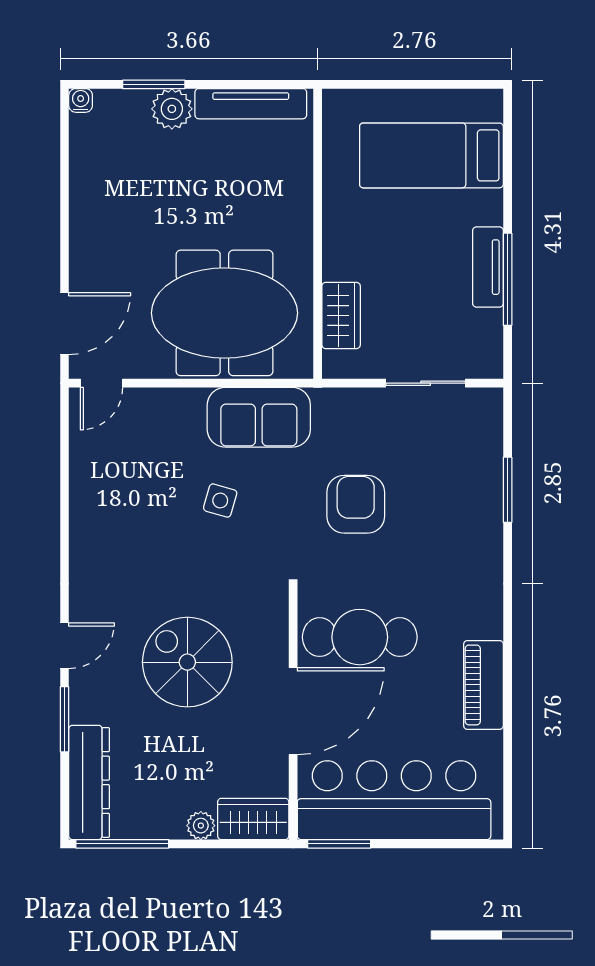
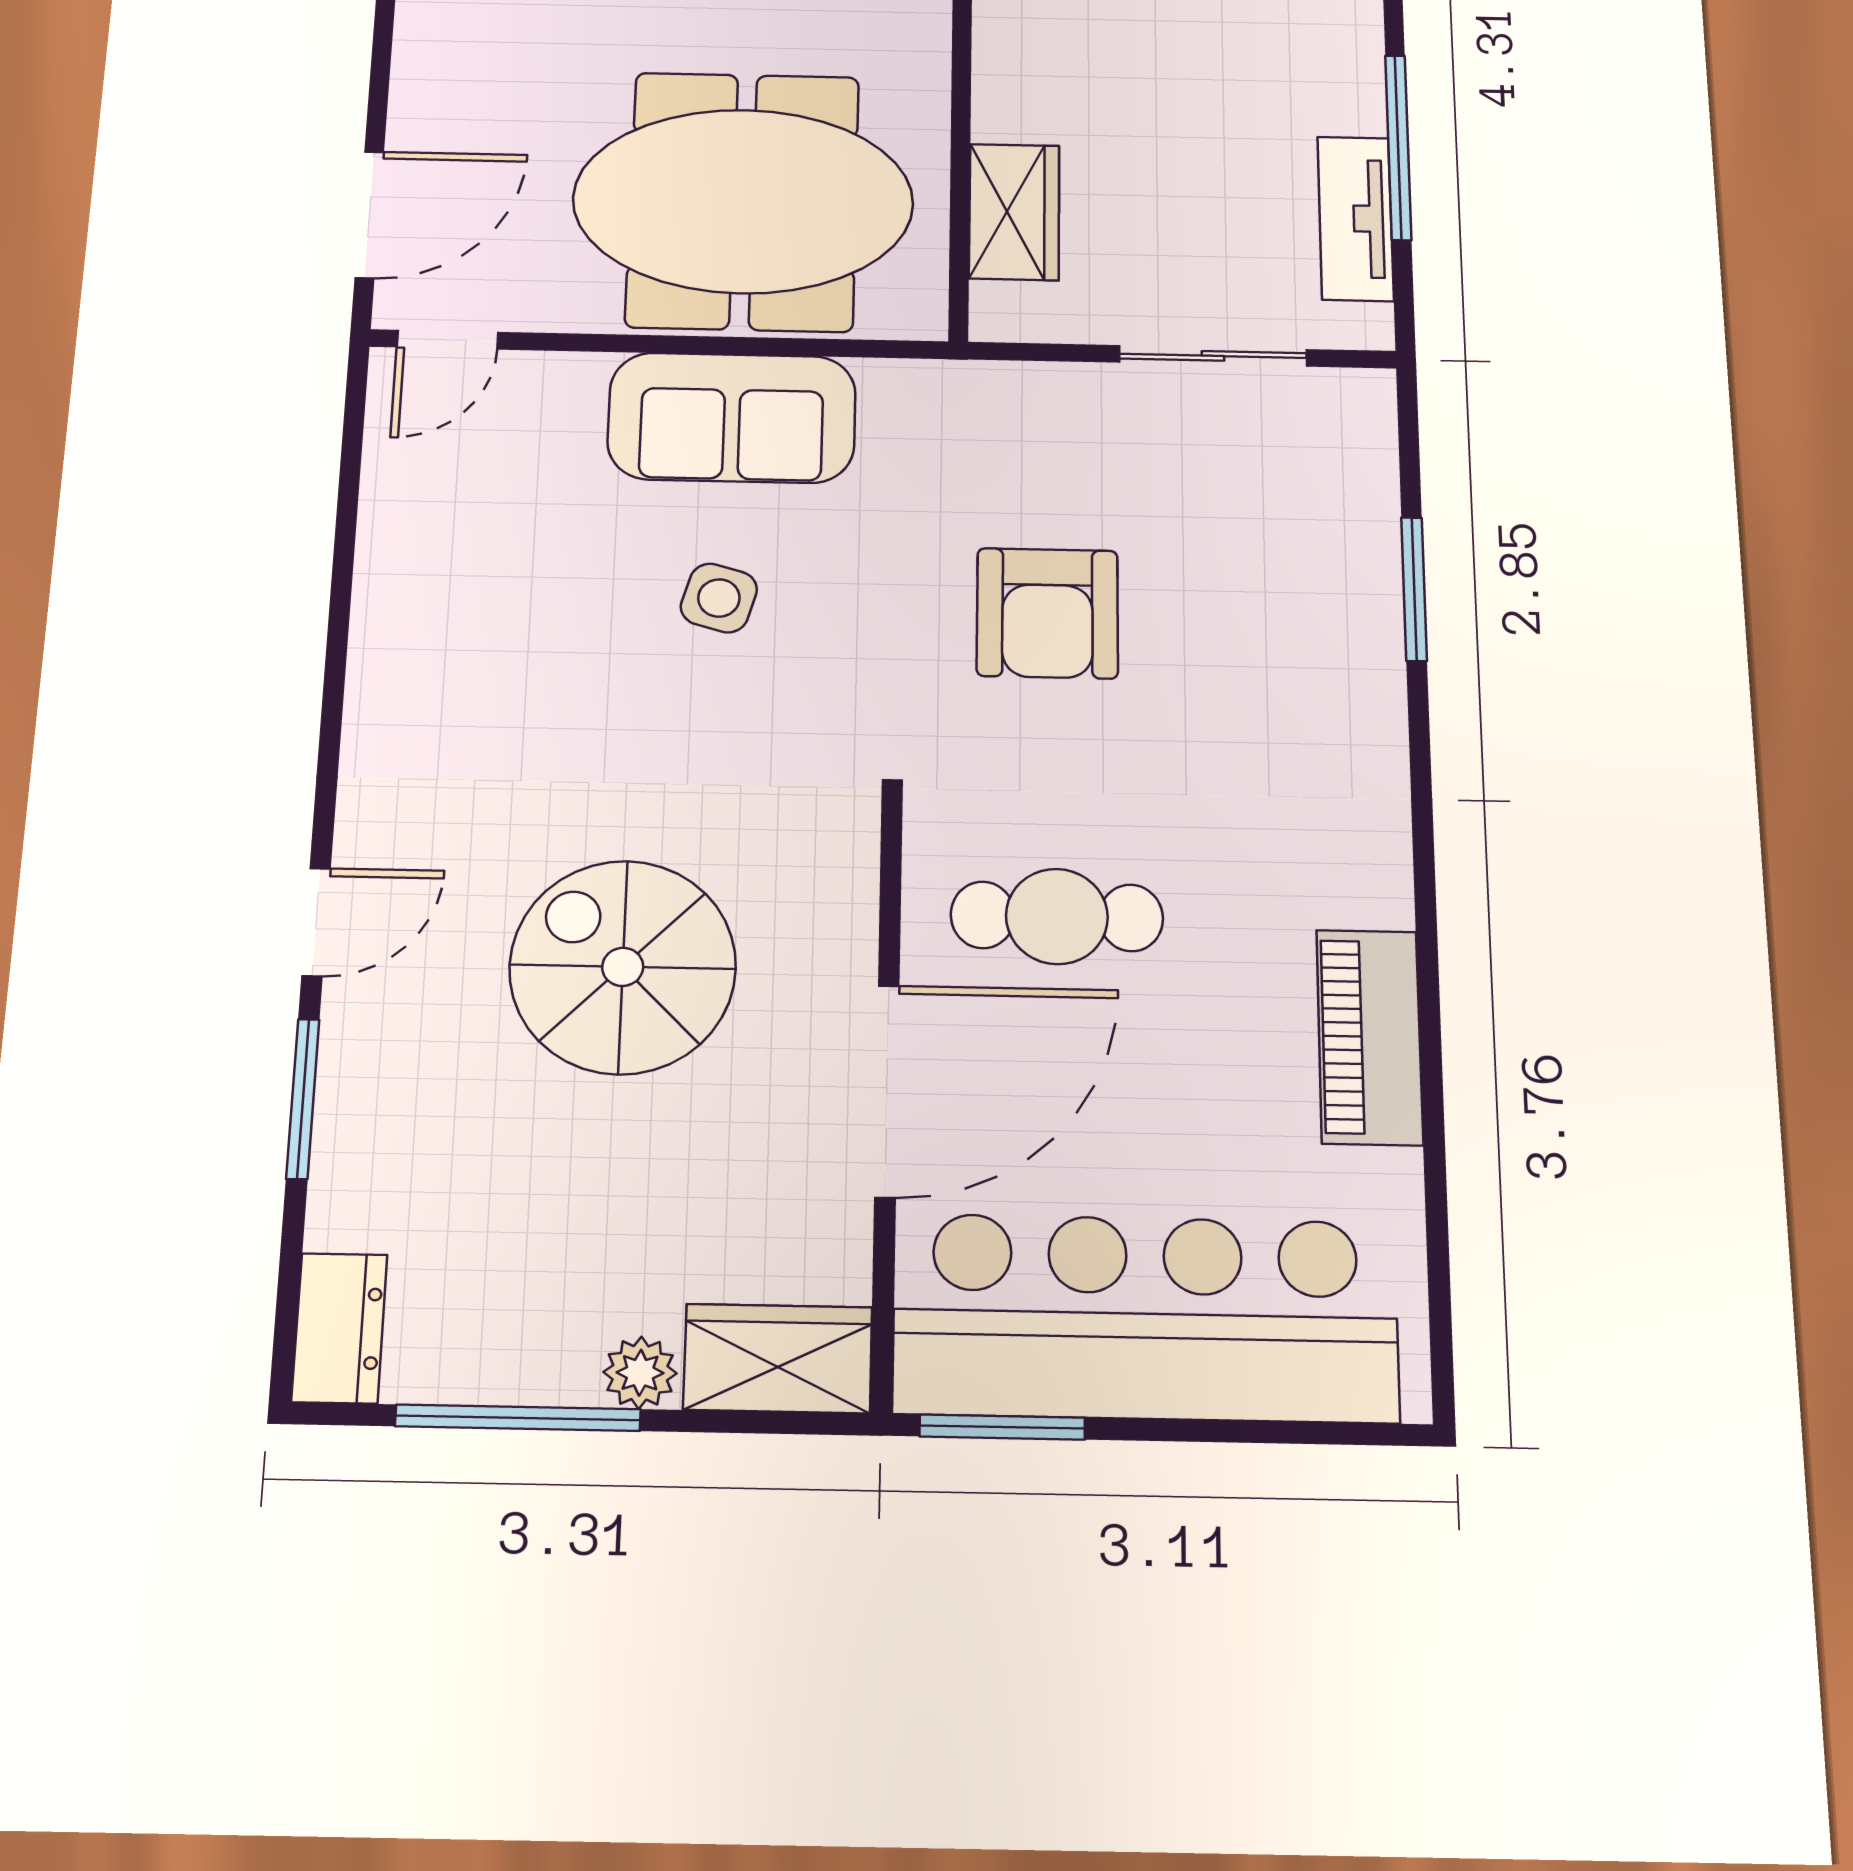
tv unit: (488, 267) -> (1355, 218), moved
sofa: (259, 417) -> (732, 418), moved
armchair: (356, 504) -> (1047, 613), turned 180
cafe table: (360, 637) -> (1057, 916), width x0.73, depth x0.74
dresser: (89, 782) -> (339, 1328), width x0.51, depth x0.80
window: (122, 844) -> (518, 1418), moved

